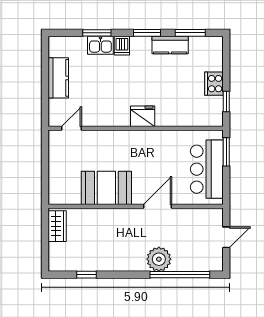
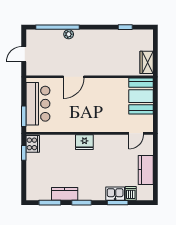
dishwasher: (122, 46) -> (131, 193), moved
cooker: (214, 84) -> (33, 144), moved
booth: (106, 188) -> (141, 96), moved, turned 90
plant: (159, 259) -> (69, 34), width x0.53, depth x0.53

